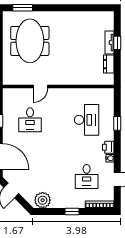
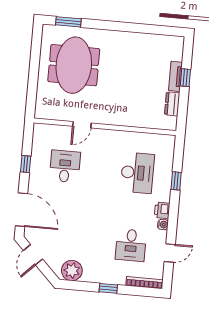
desk: (30, 120) -> (65, 166), turned 180

